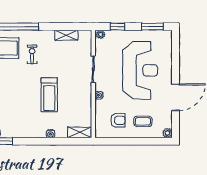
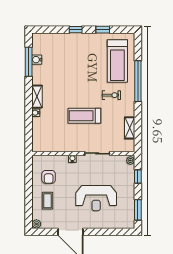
reception desk: (140, 70) -> (96, 198), width x0.74, depth x0.77
treadmill: (49, 95) -> (84, 116), moved
shelving: (80, 132) -> (37, 97), moved

